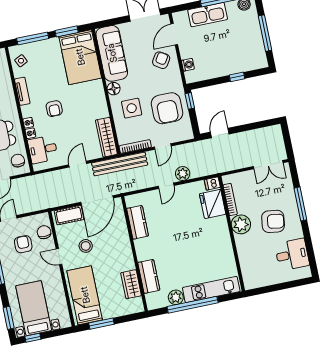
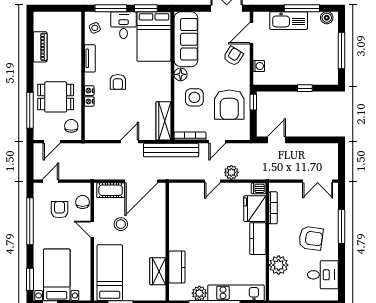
desk: (43, 149) -> (124, 25), moved, turned 90
kitchen counter: (138, 222) -> (258, 239), moved, turned 180
plant: (241, 224) -> (279, 265), moved

